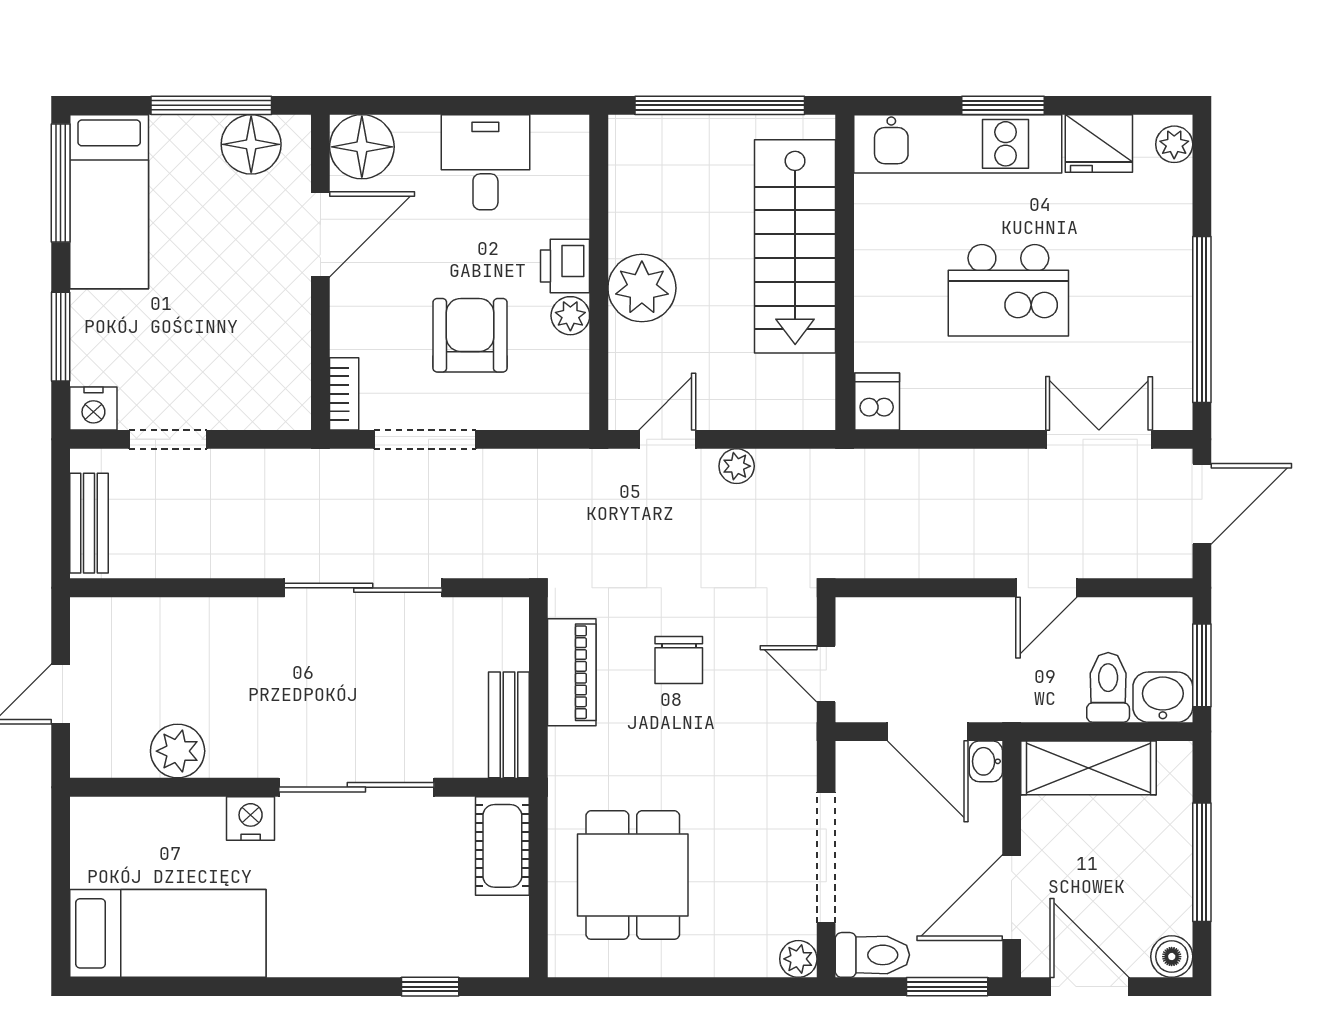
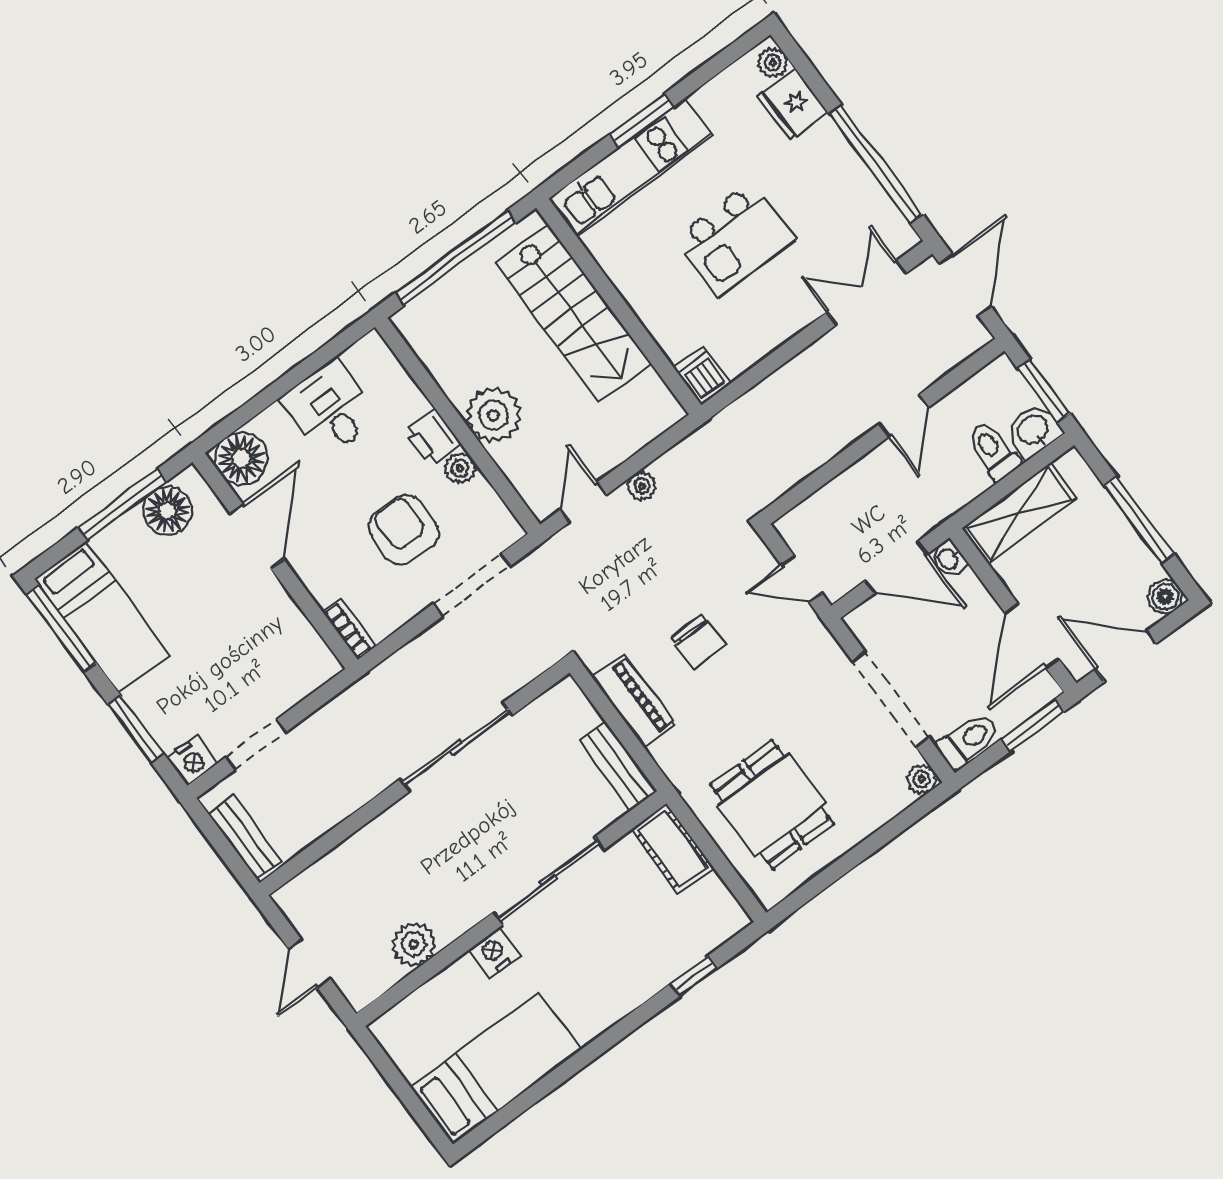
fridge: (1099, 143) -> (793, 104), moved, turned 90
doorway: (425, 439) -> (471, 585), moved

